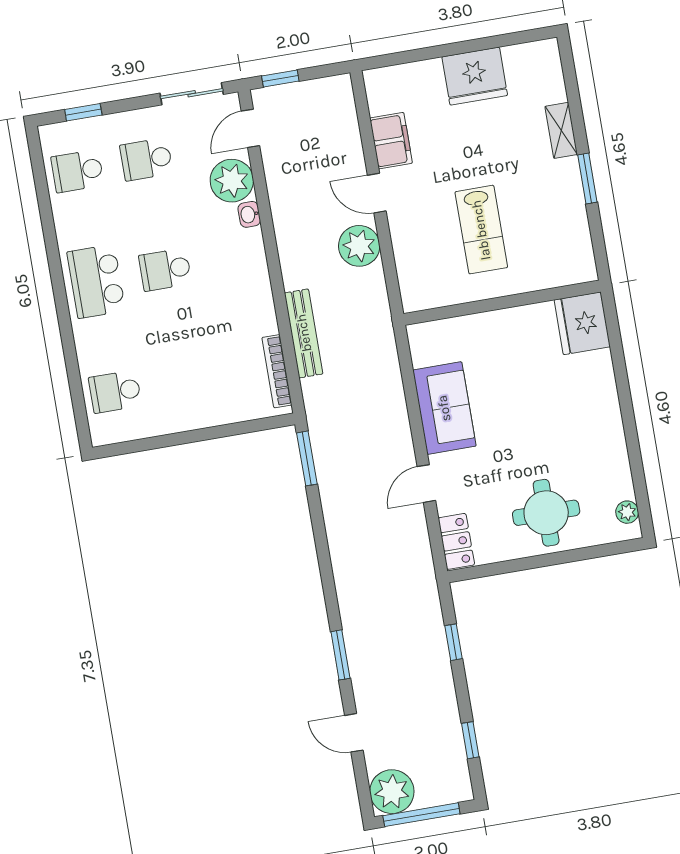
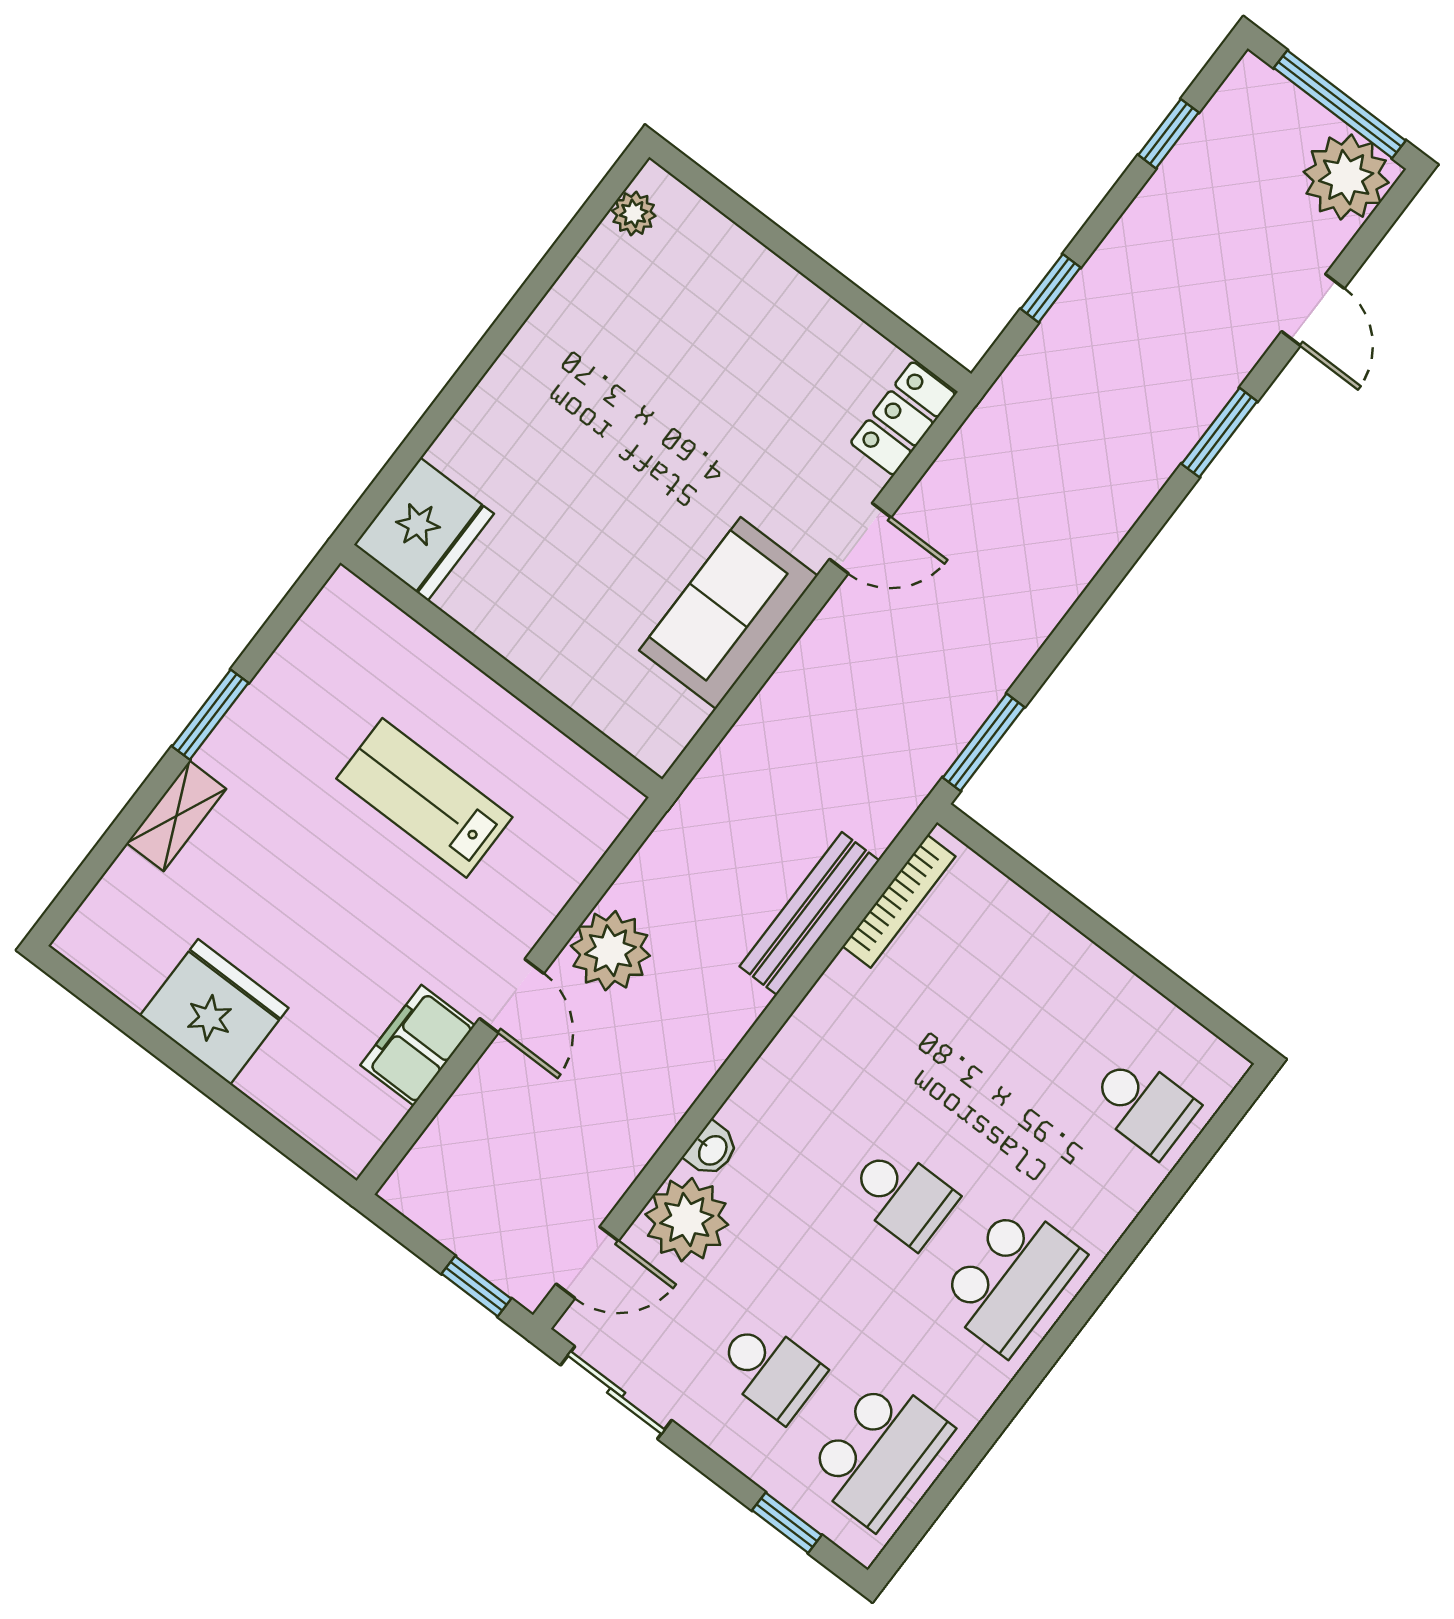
school desk: (77, 171) -> (879, 1453), width x1.85
lab bench: (481, 230) -> (424, 798), turned -90
round table: (546, 513) -> (743, 328), removed

